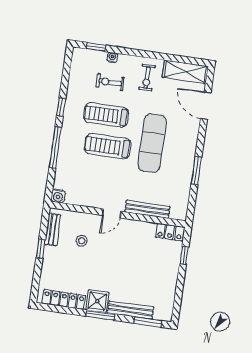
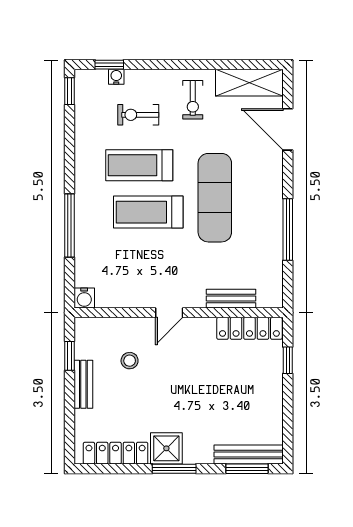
water cooler: (112, 57) -> (116, 77), moved
window: (61, 107) -> (70, 91), moved
window: (196, 171) -> (288, 229), width x1.44
bench: (147, 209) -> (231, 299), width x0.73
bench: (53, 229) -> (83, 384), moved
locker: (170, 232) -> (249, 328), width x1.53
window: (41, 249) -> (70, 356), moved
bench: (130, 310) -> (249, 454), moved

